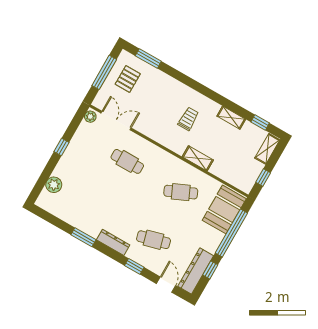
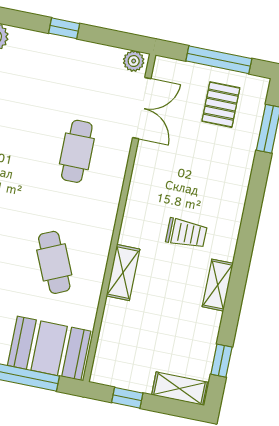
pallet: (128, 79) -> (221, 105), turned 90
shelving: (231, 118) -> (218, 285), moved

